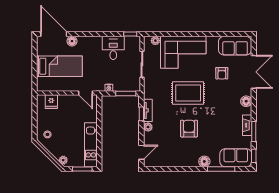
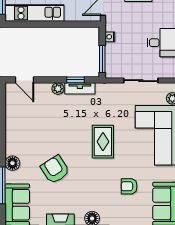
rug: (188, 93) -> (103, 142), width x0.73, depth x0.70
armchair: (189, 129) -> (55, 169), moved, turned -123

